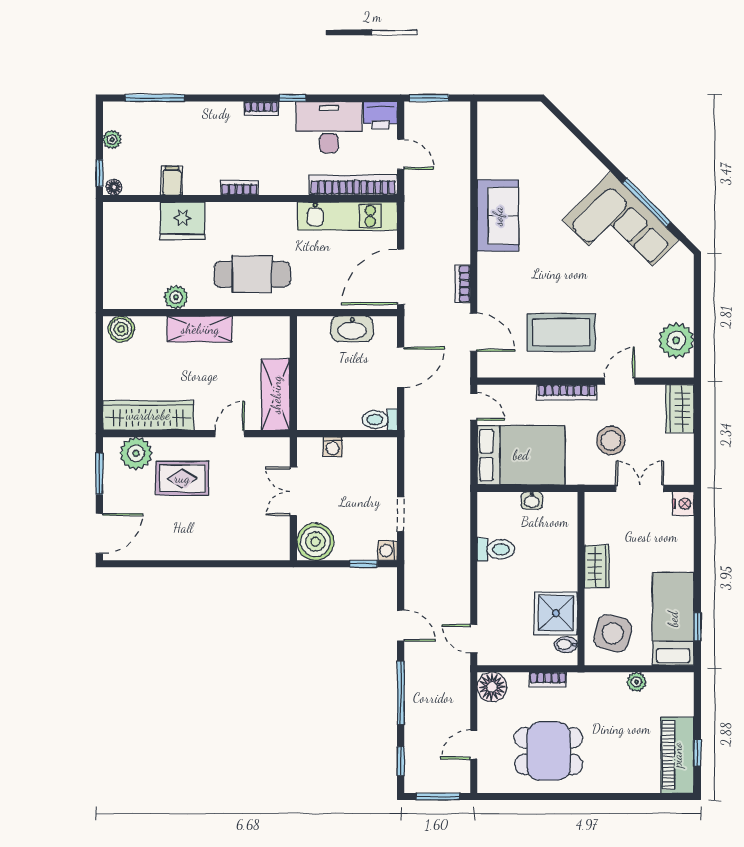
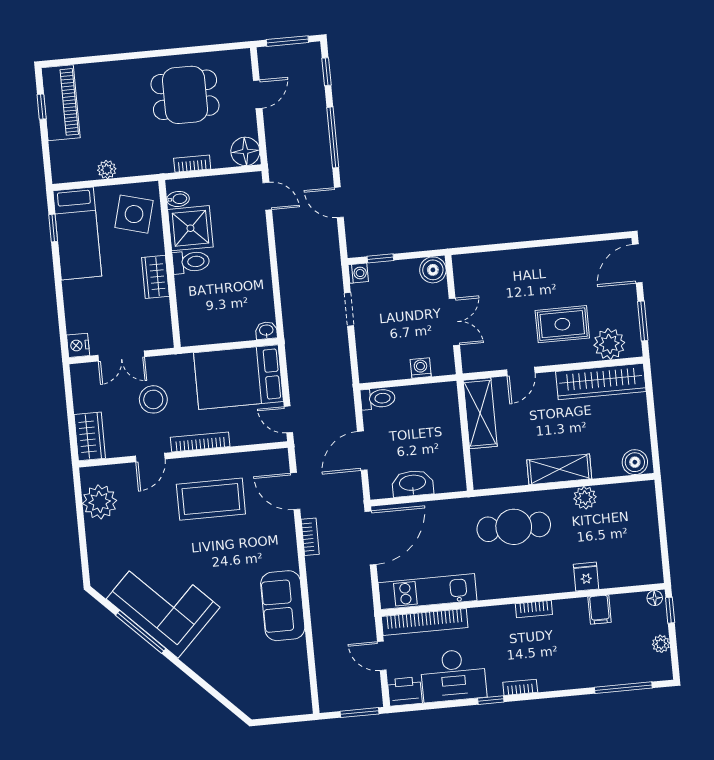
fridge: (183, 221) -> (586, 577), width x0.53, depth x0.75
washbasin: (532, 500) -> (266, 331), moved
boiler: (315, 542) -> (433, 270), width x0.73, depth x0.73
toilet: (496, 549) -> (191, 262), moved, turned 180

